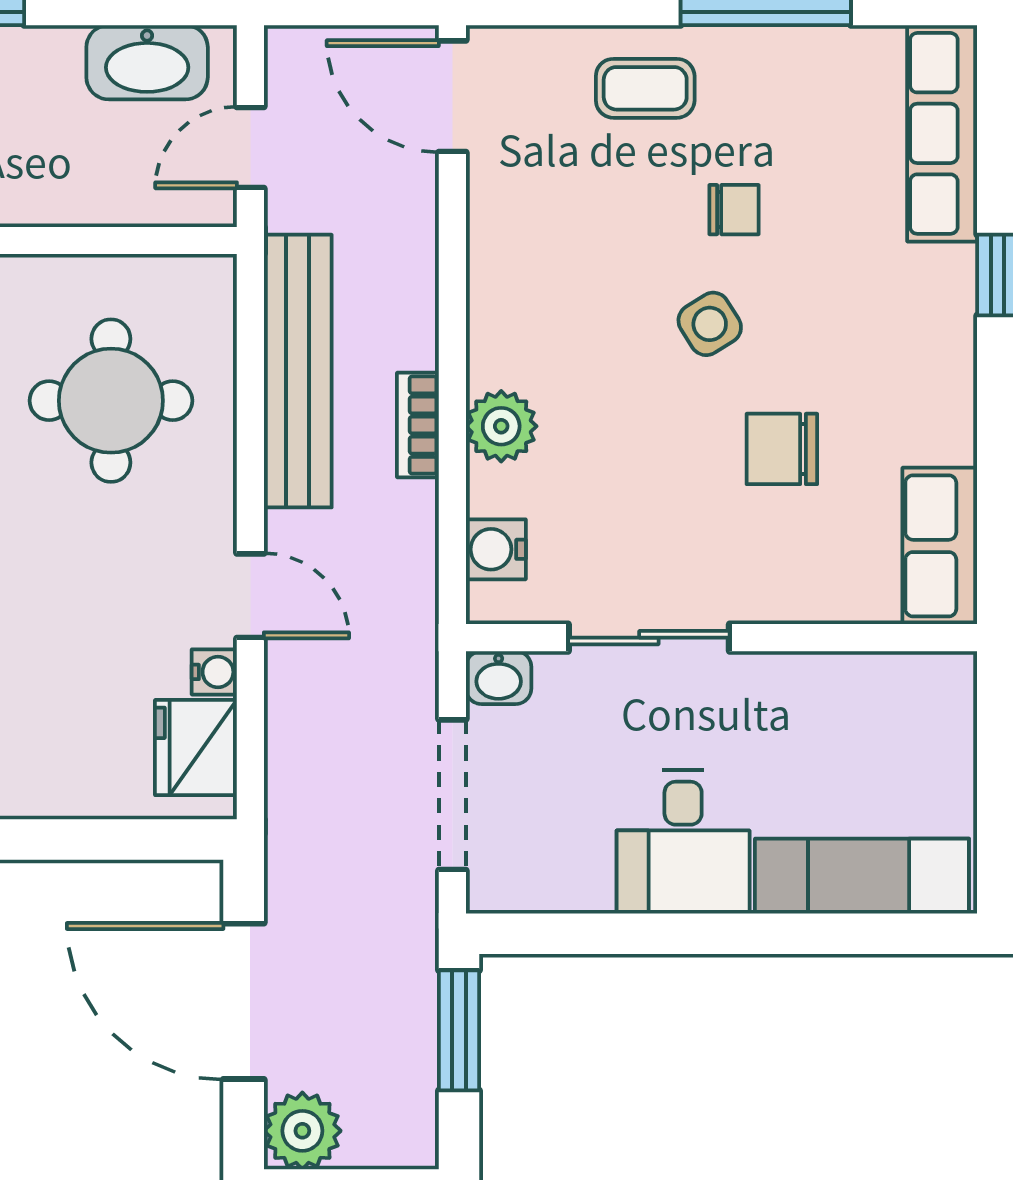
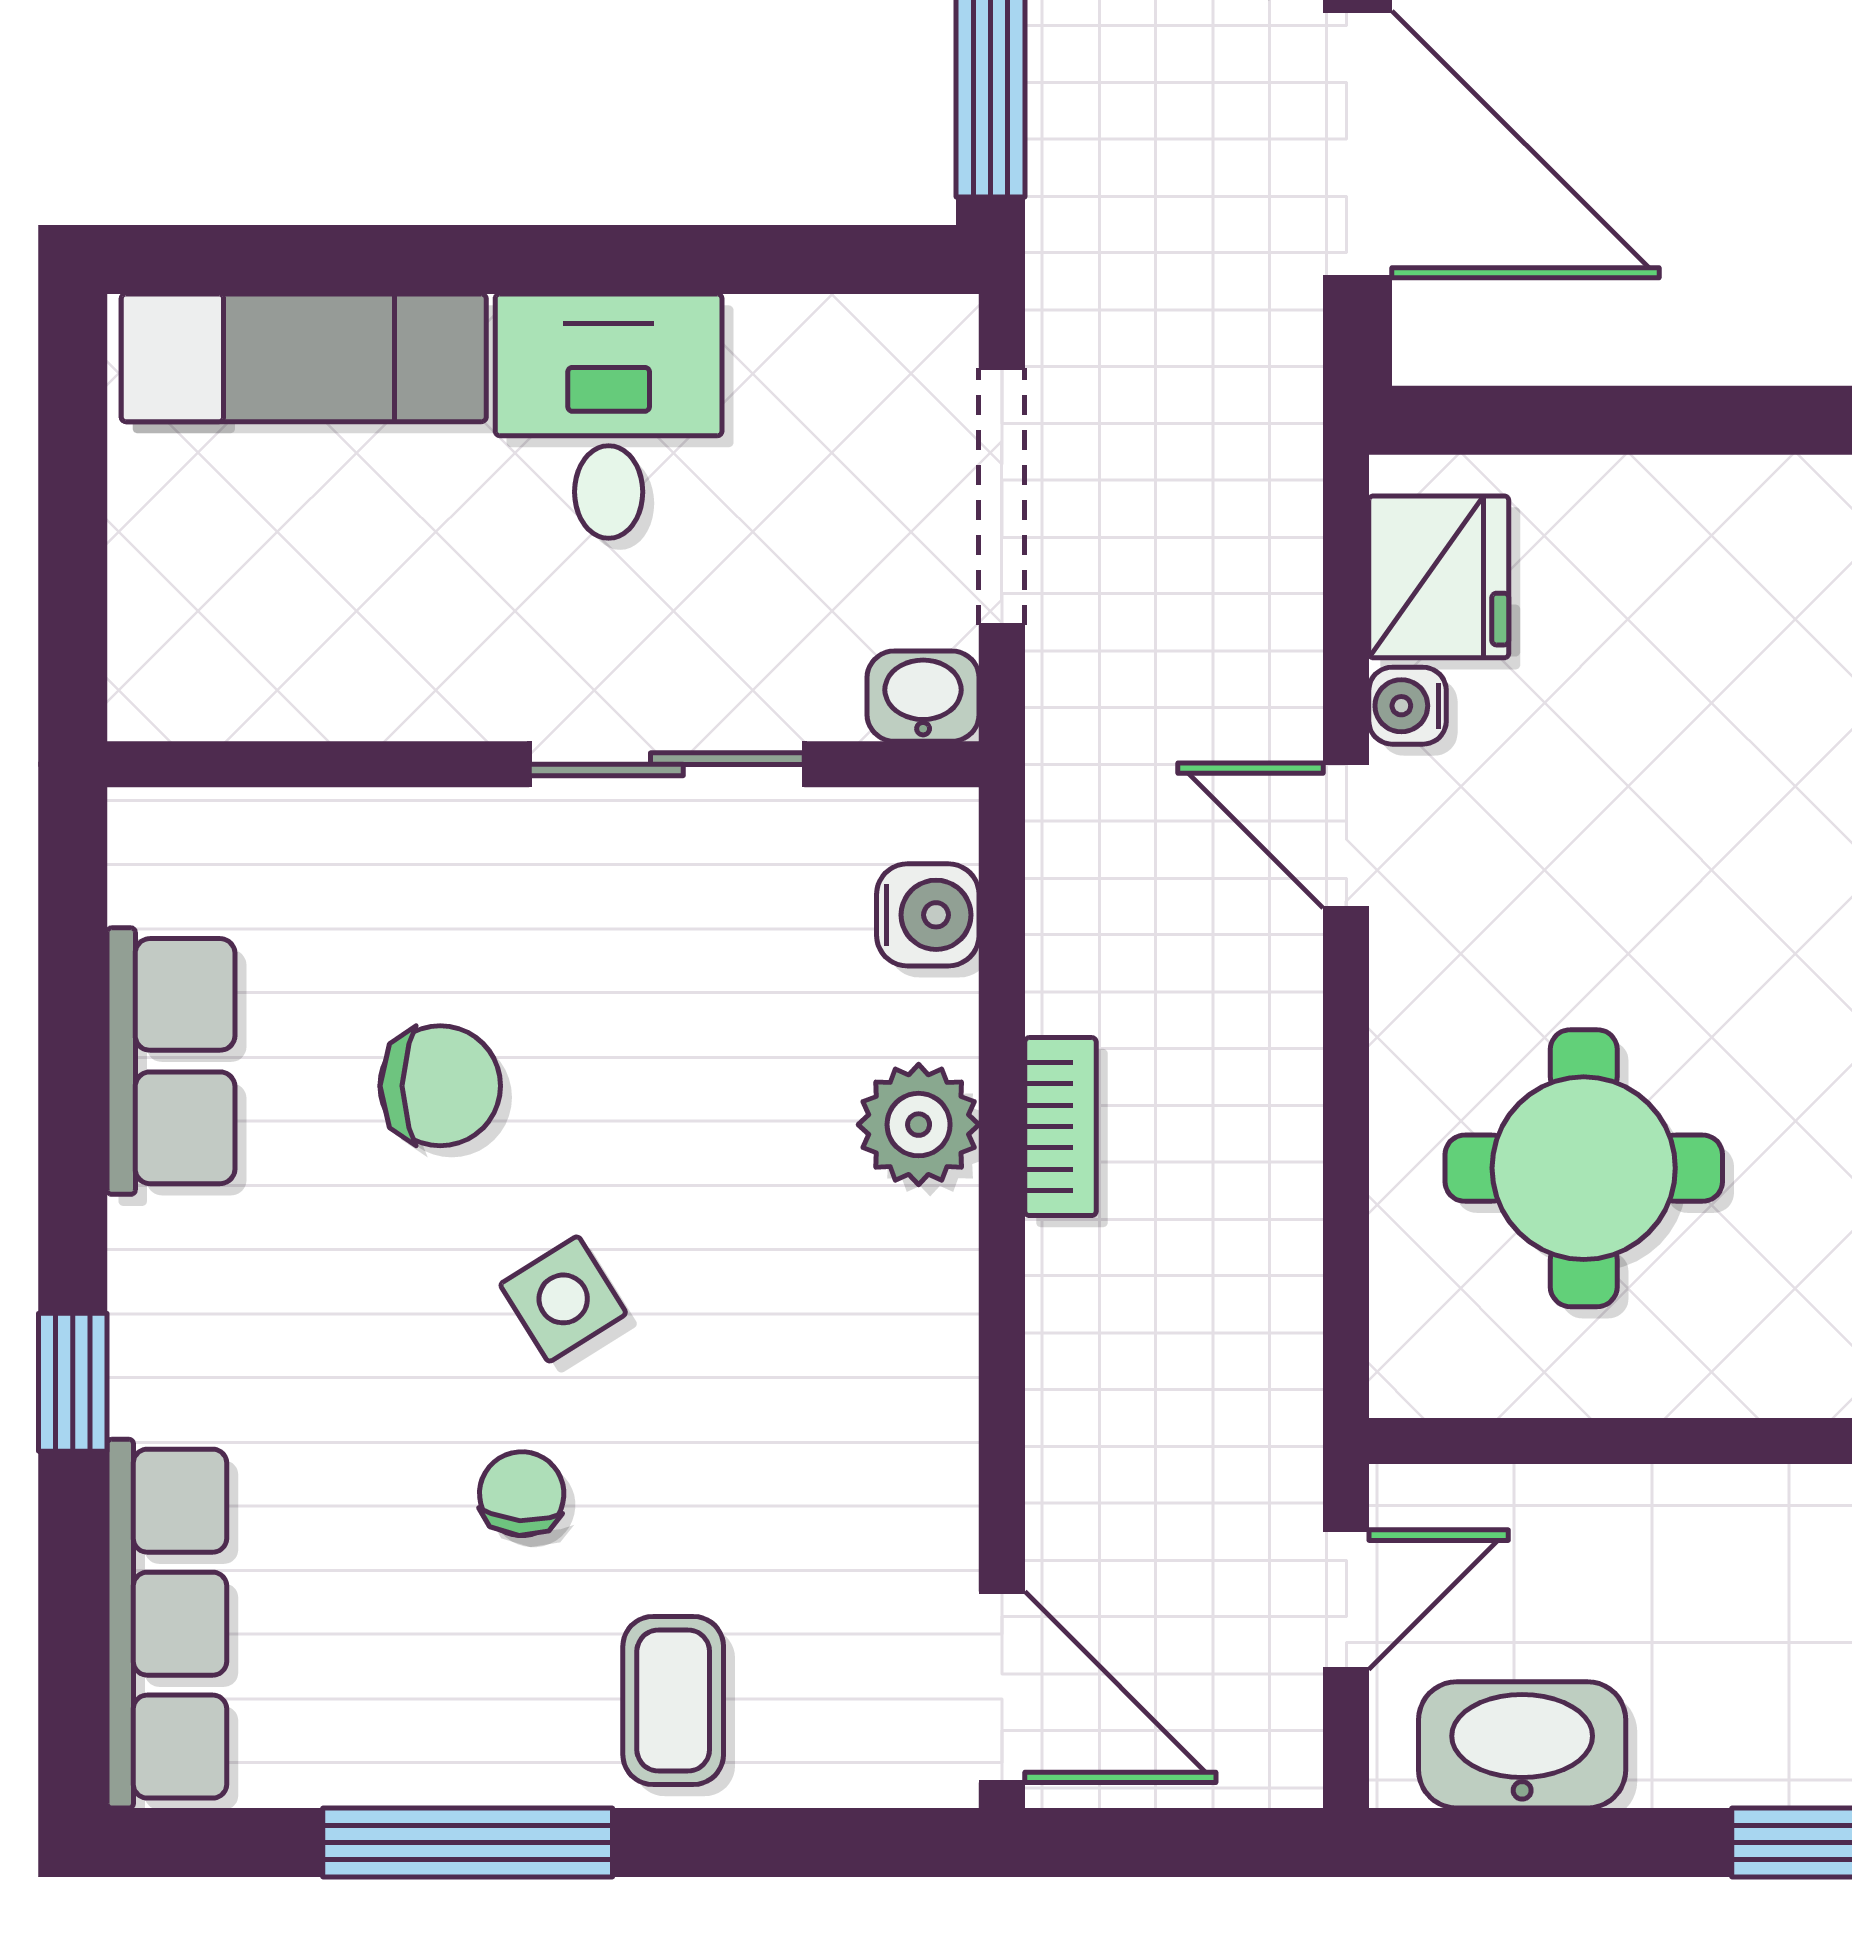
coffee table: (645, 88) -> (673, 1701), turned 90
chair: (734, 210) -> (522, 1494), turned 94
bench: (298, 371) -> (1265, 1219), removed
row of seats: (940, 546) -> (171, 1061), moved

